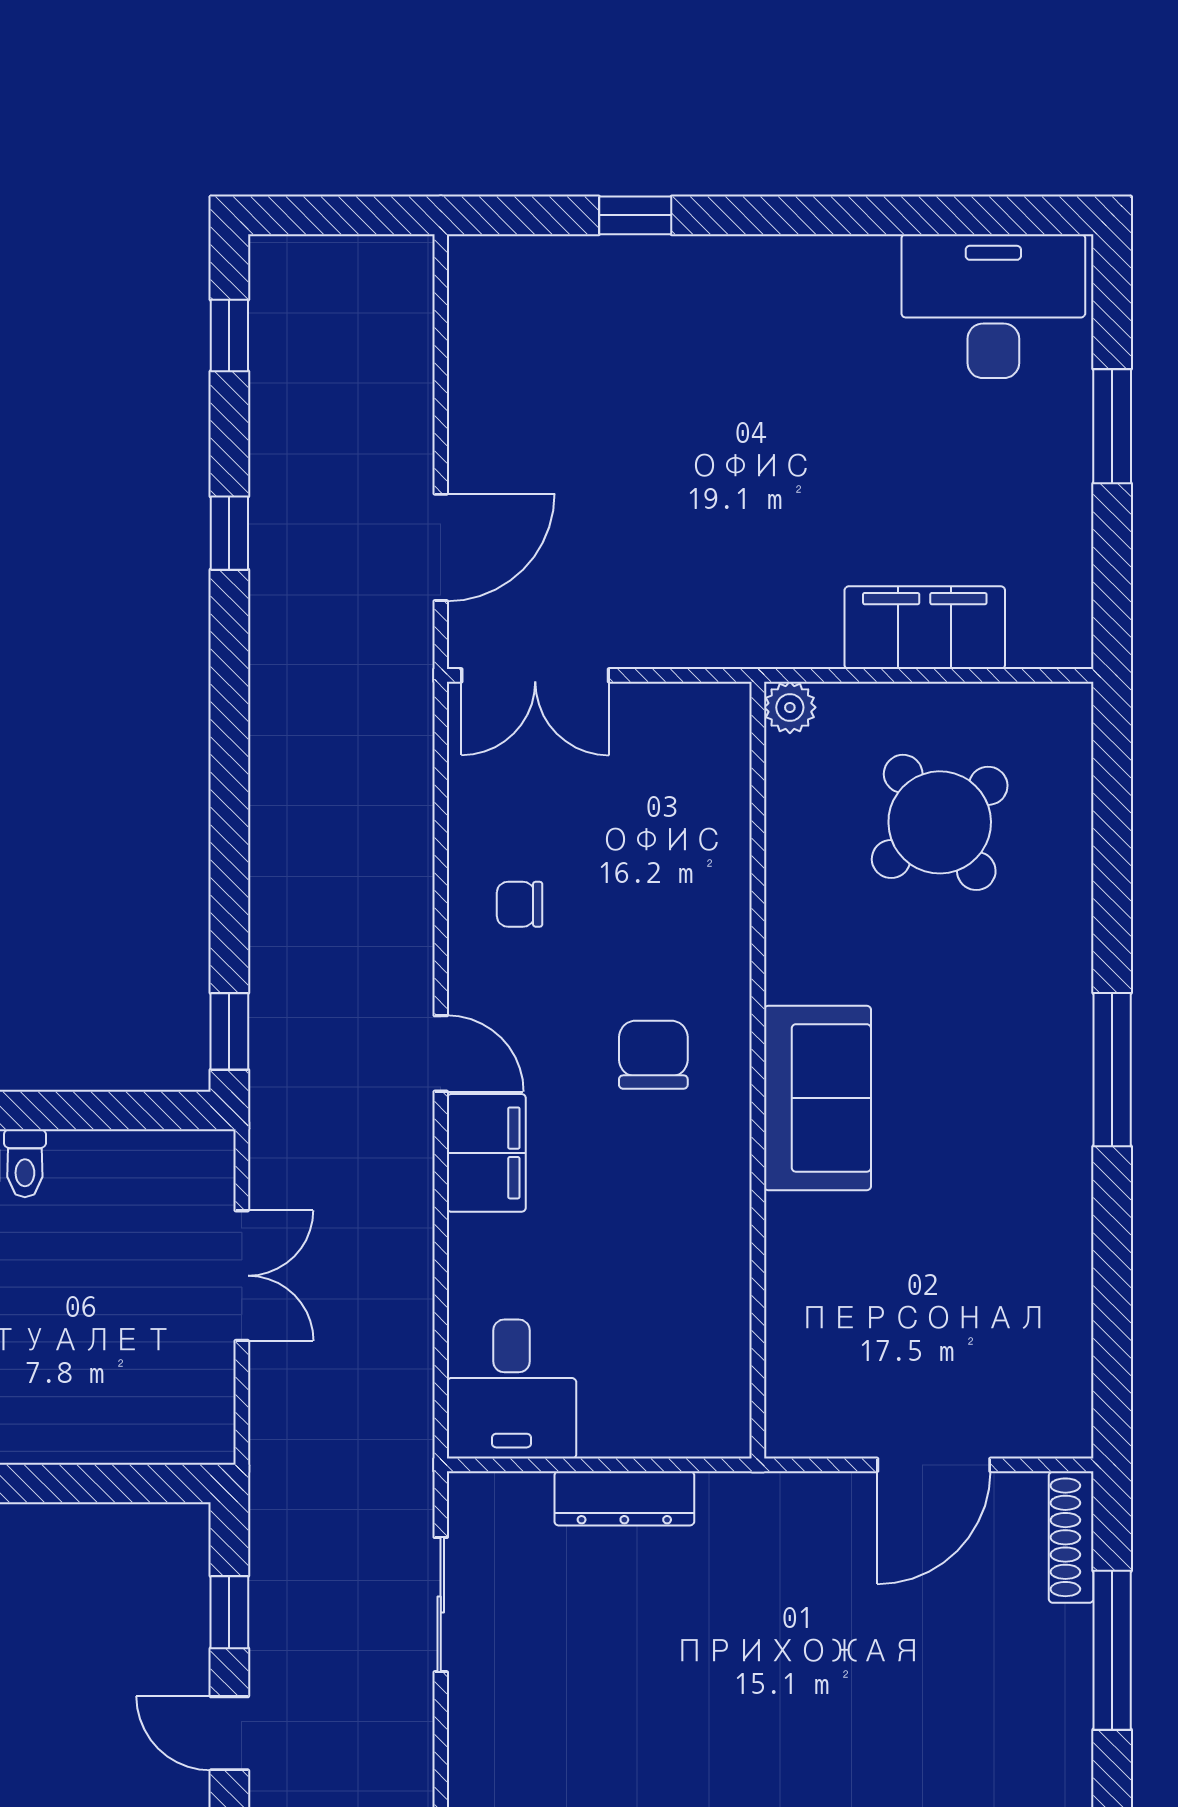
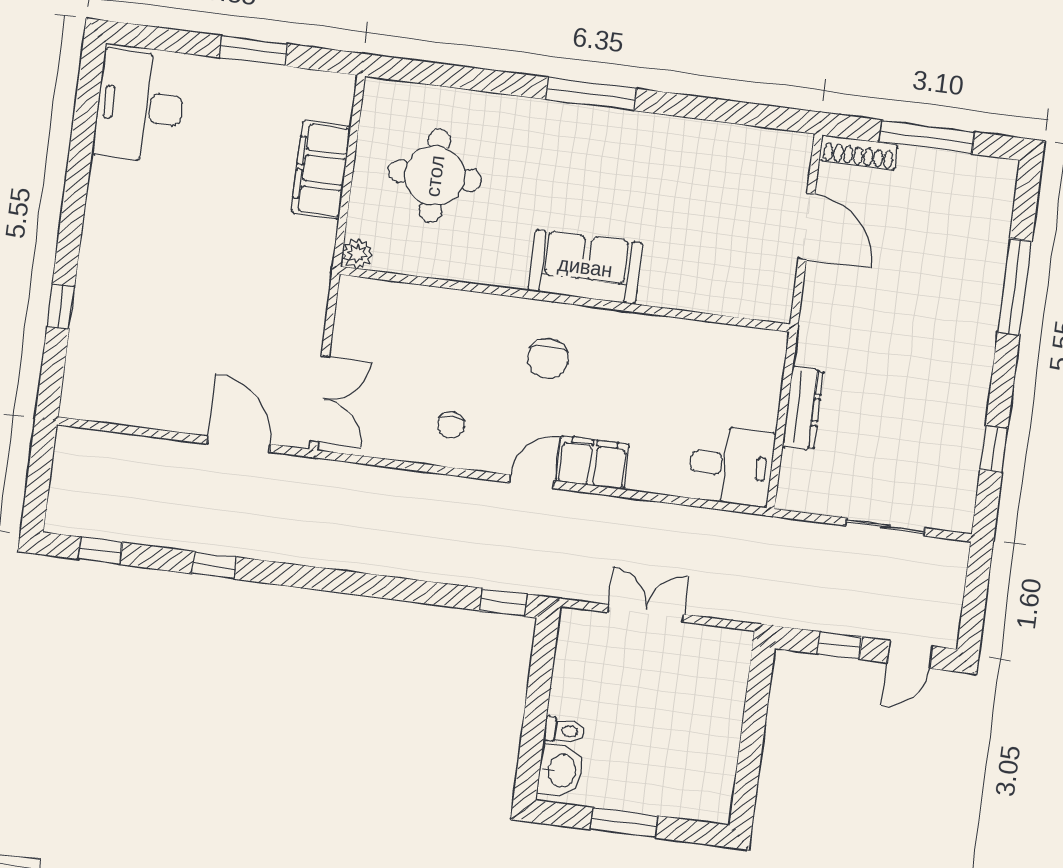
window: (1112, 426) -> (254, 51), moved
round table: (940, 822) -> (435, 176), turned 37
chair: (653, 1055) -> (548, 359), turned -90
sliding door: (441, 1605) -> (885, 527), moved

